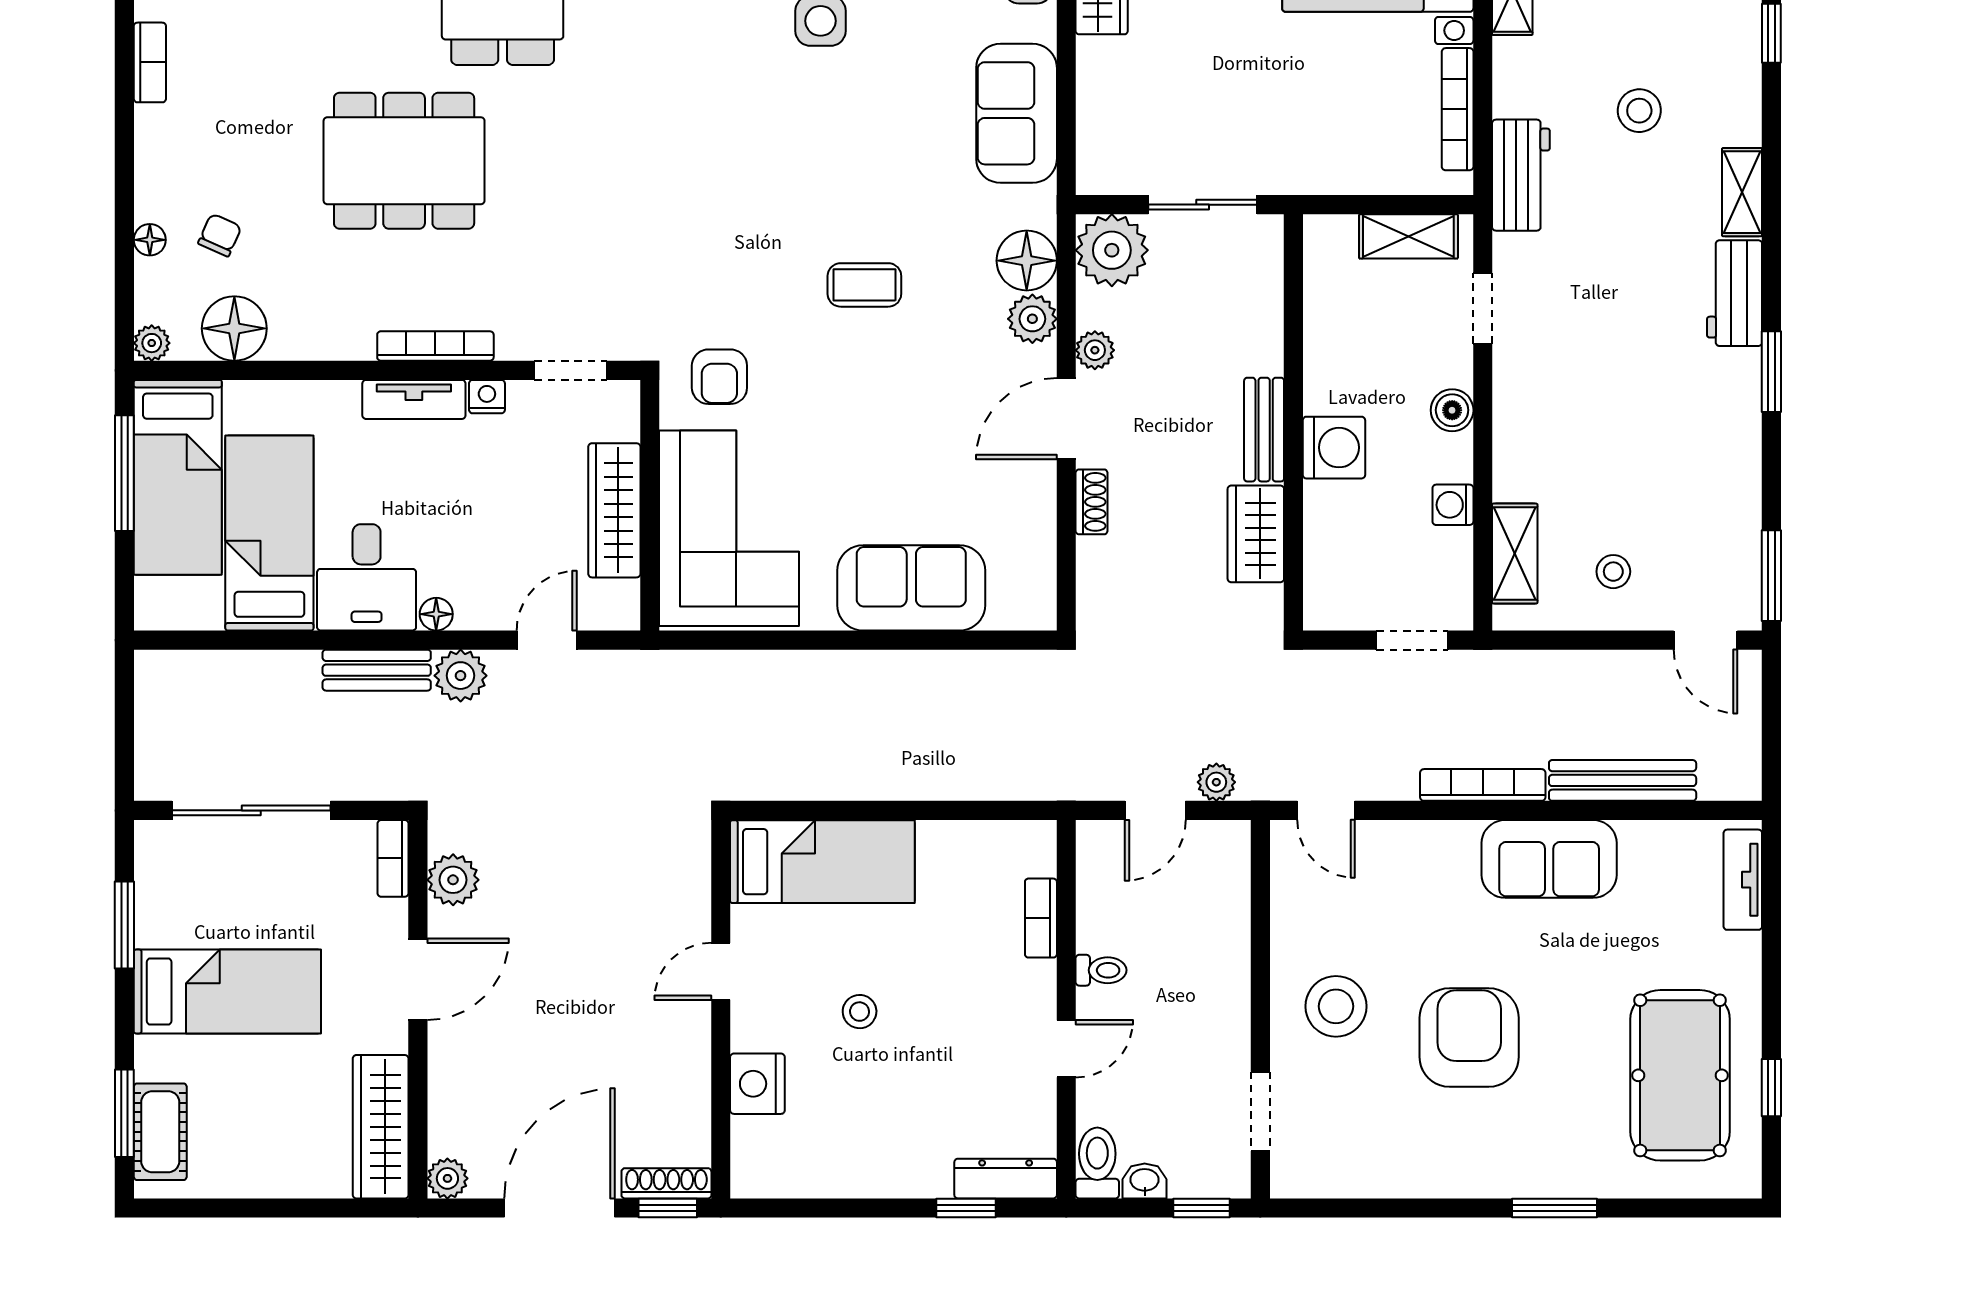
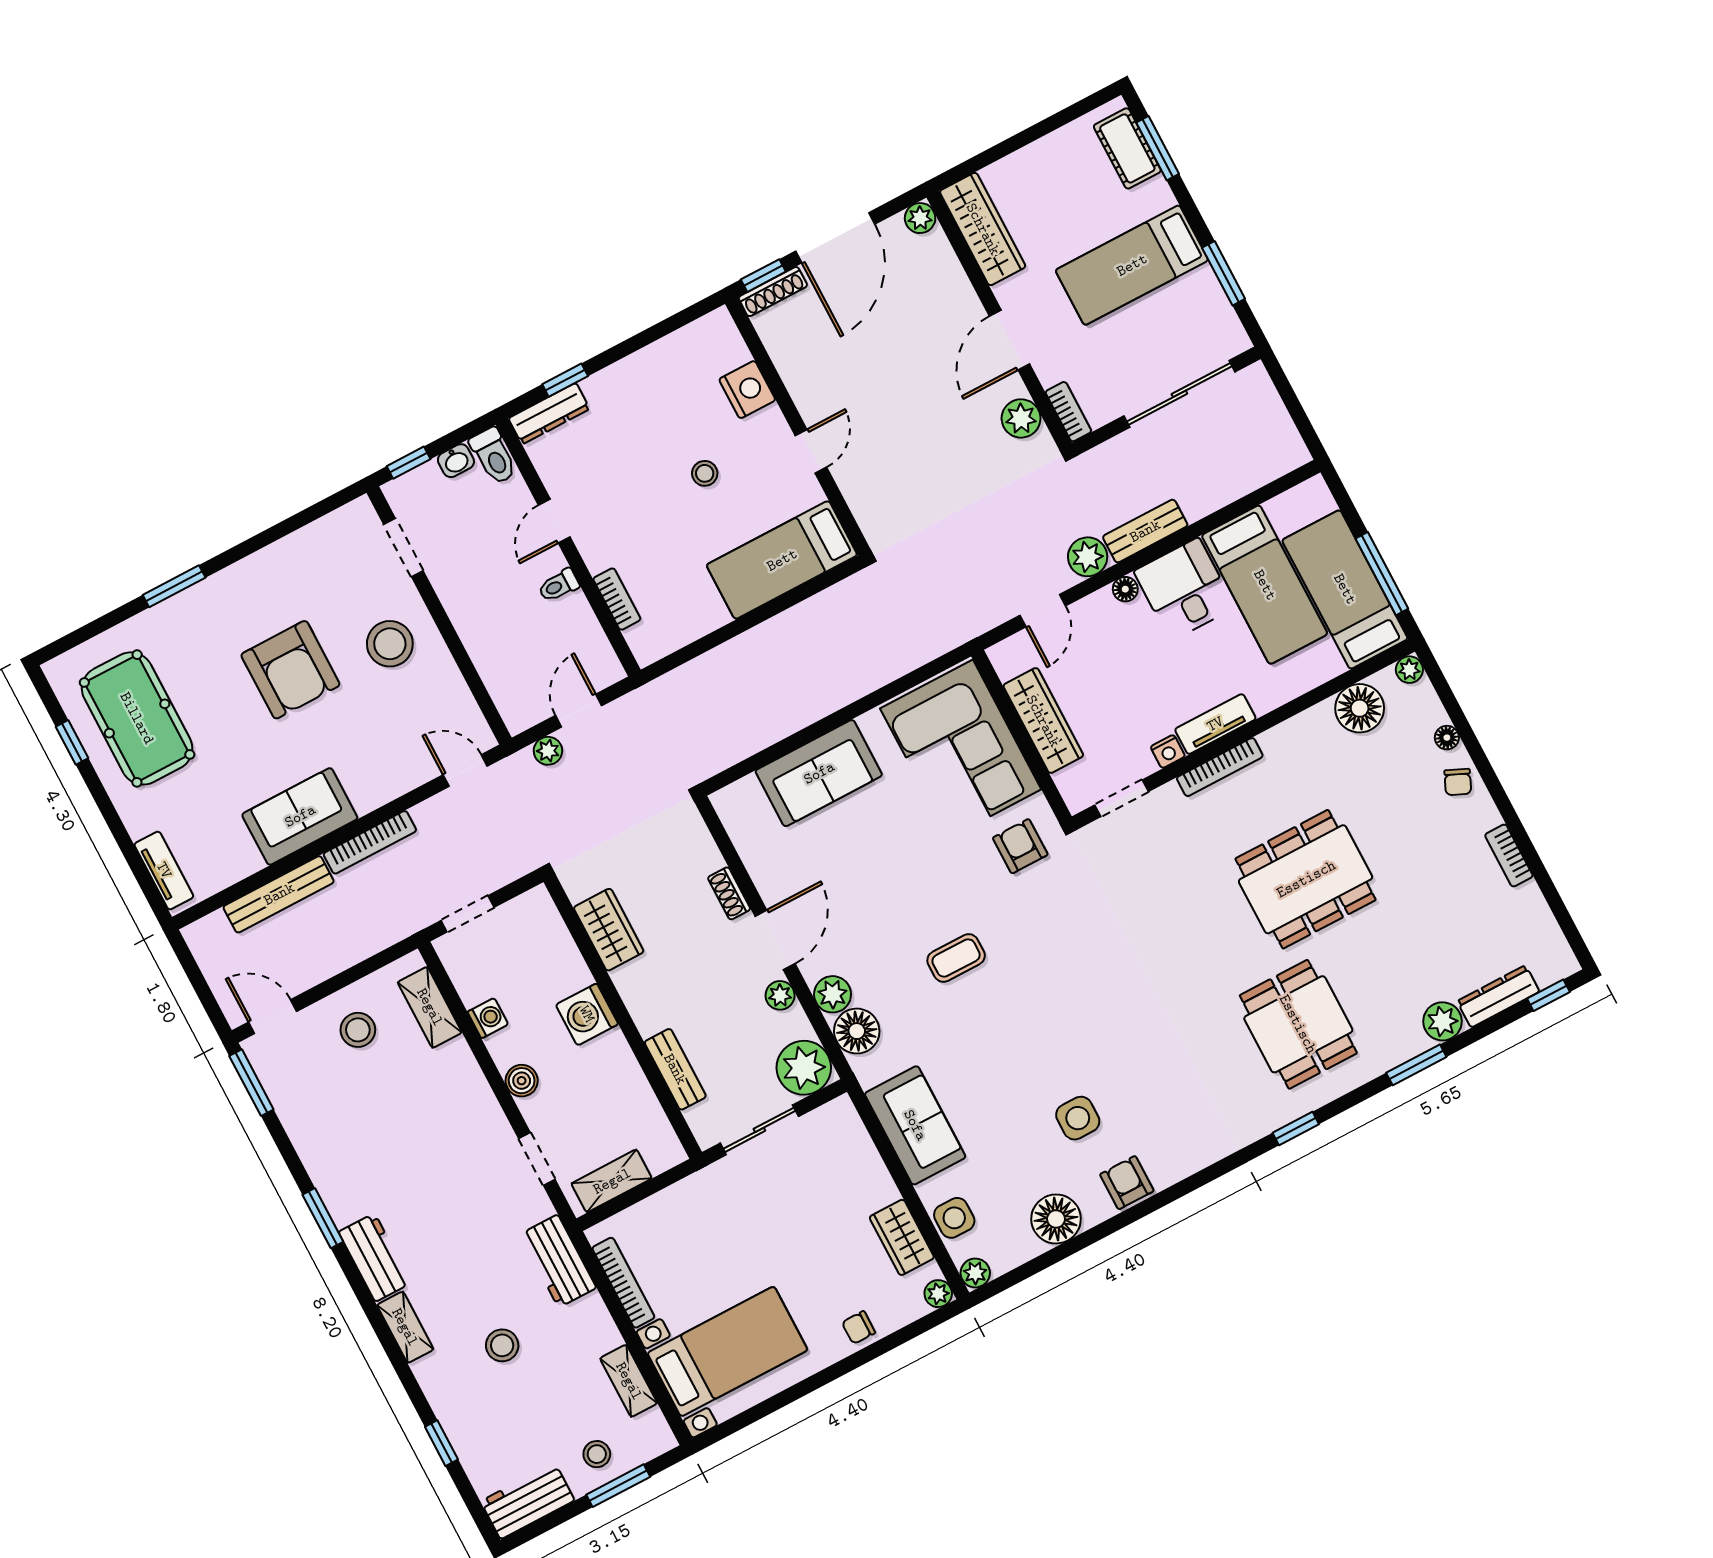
chair: (220, 235) -> (1458, 782), moved
bench: (1264, 430) -> (675, 1069), moved
stool: (1613, 572) -> (358, 1030), width x1.37, depth x1.37

